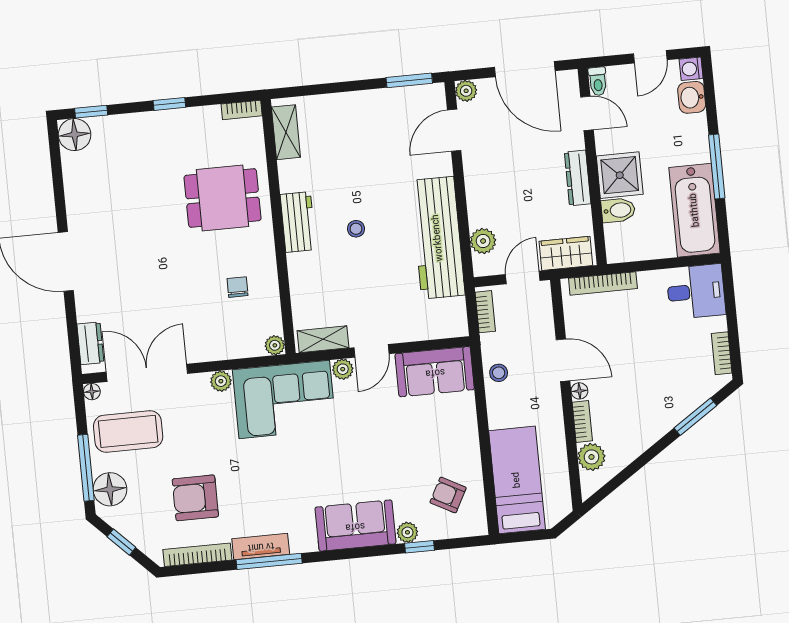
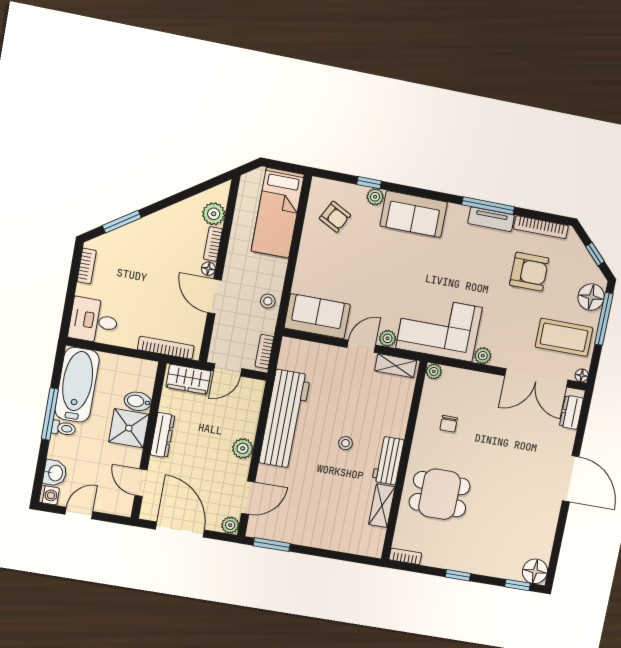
toilet: (598, 81) -> (63, 428), moved, turned 90
shelving: (286, 132) -> (382, 506), moved
plant: (483, 241) -> (243, 448), moved

